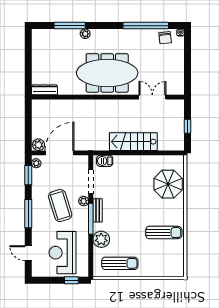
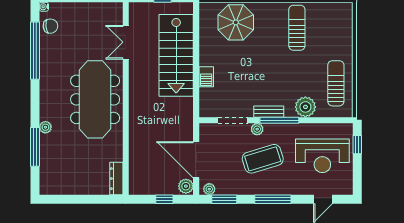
window: (28, 128) -> (164, 199), added
stairs: (133, 142) -> (176, 55), width x1.36, depth x1.51
barbecue: (105, 161) -> (206, 77), moved

